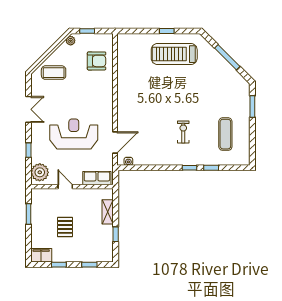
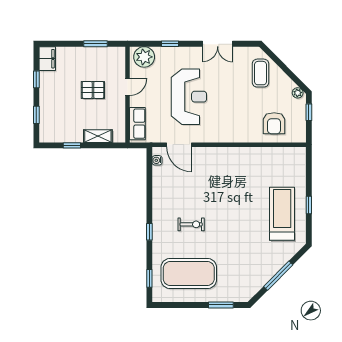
exercise mat: (225, 134) -> (189, 274), width x2.00, depth x1.45
window: (211, 168) -> (149, 278), moved
pallet: (65, 227) -> (93, 90), moved

